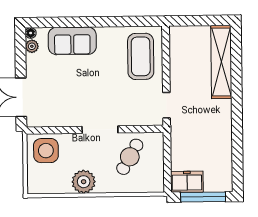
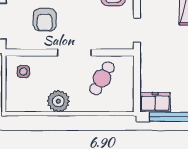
armchair: (68, 95) -> (45, 20), added
side table: (46, 151) -> (23, 72), width x0.54, depth x0.54

